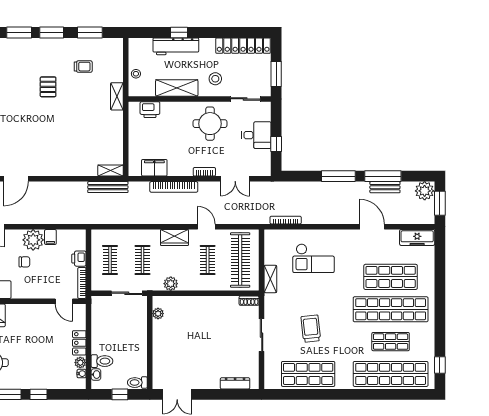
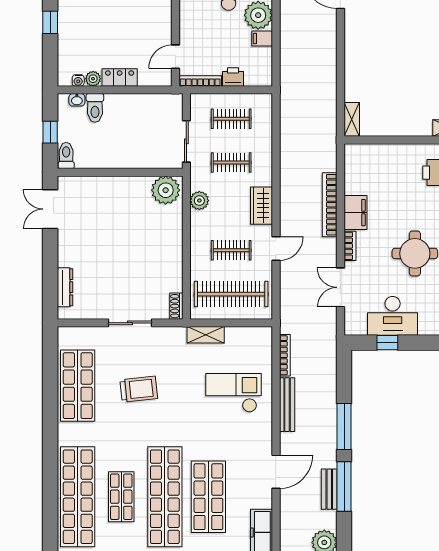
desk: (256, 135) -> (393, 316), width x1.37
filing cabinet: (154, 168) -> (355, 213), moved
bench: (108, 187) -> (287, 405), moved
checkout: (313, 258) -> (233, 393), turned 90
plant: (158, 314) -> (166, 190), width x1.88, depth x1.88

